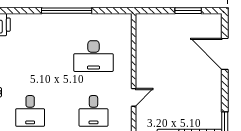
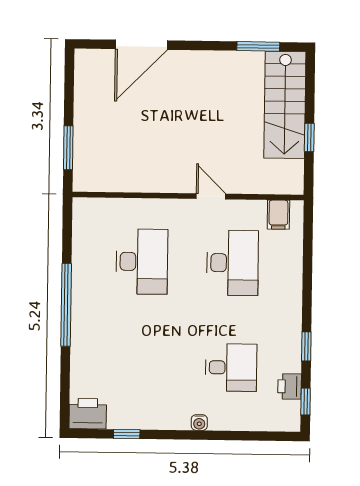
window: (188, 11) -> (68, 148), moved
desk: (94, 111) -> (232, 263), width x1.37

